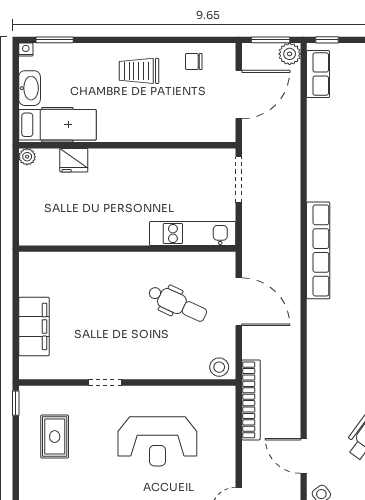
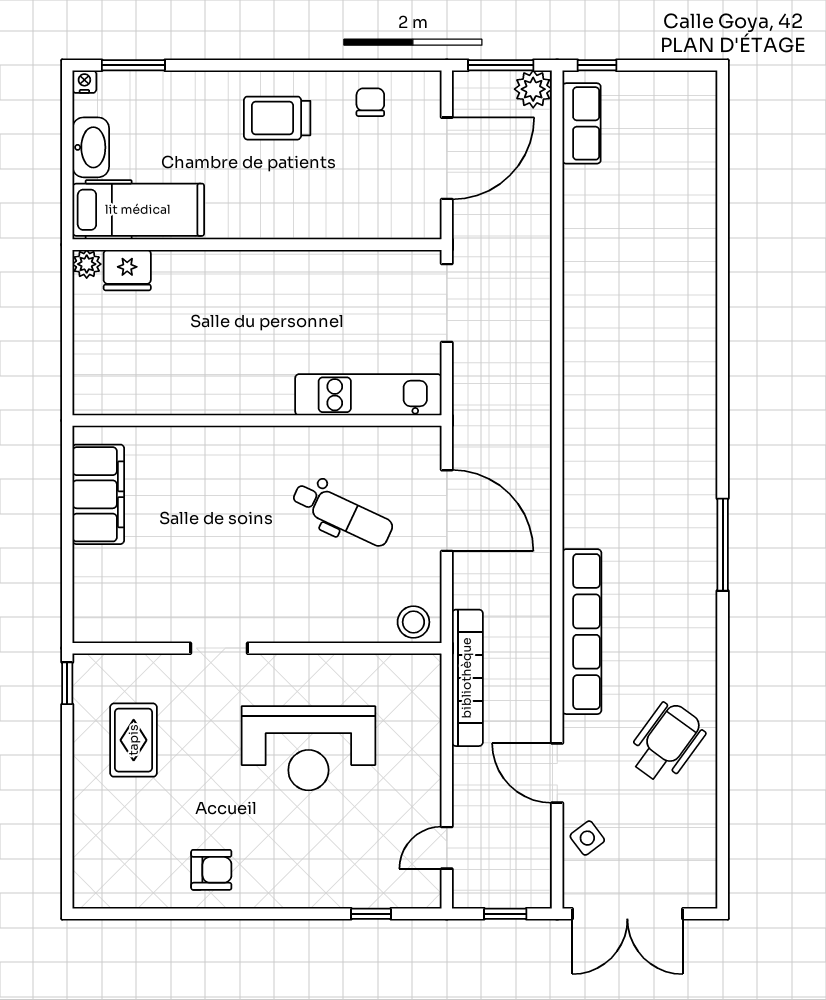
chair: (194, 62) -> (370, 102), turned 90
fridge: (74, 160) -> (127, 270), moved
row of seats: (318, 250) -> (582, 632), moved
filing cabinet: (34, 326) -> (98, 494), moved

